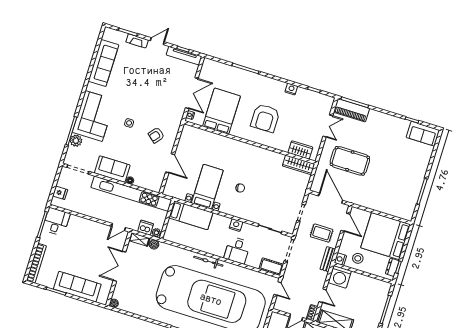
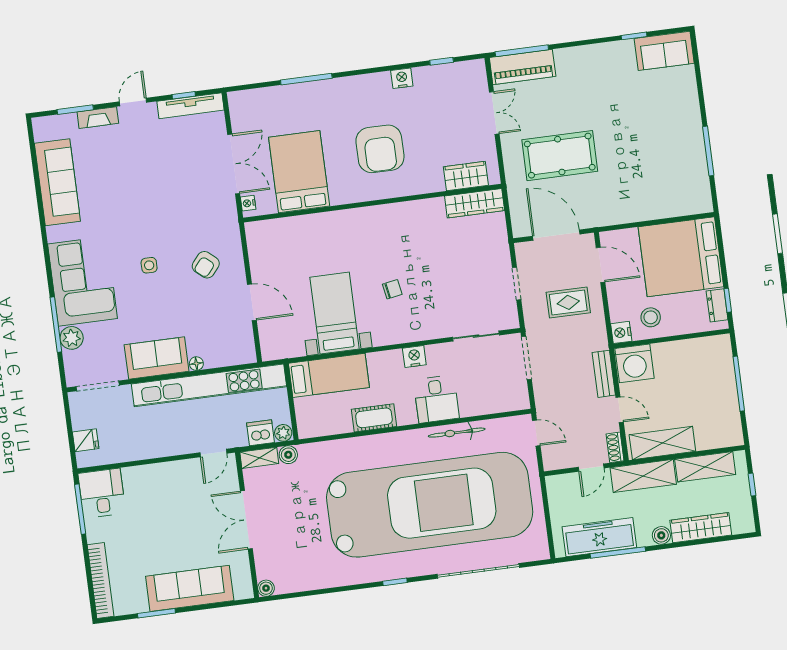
bench: (328, 259) -> (604, 374), moved
bicycle: (208, 261) -> (457, 433), moved
cot: (271, 267) -> (374, 418), moved

